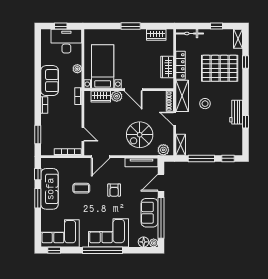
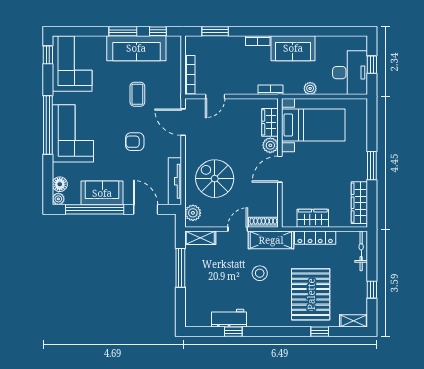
wardrobe: (156, 35) -> (359, 203), width x1.50
workbench: (236, 112) -> (229, 318), moved
window: (228, 158) -> (180, 306), removed

